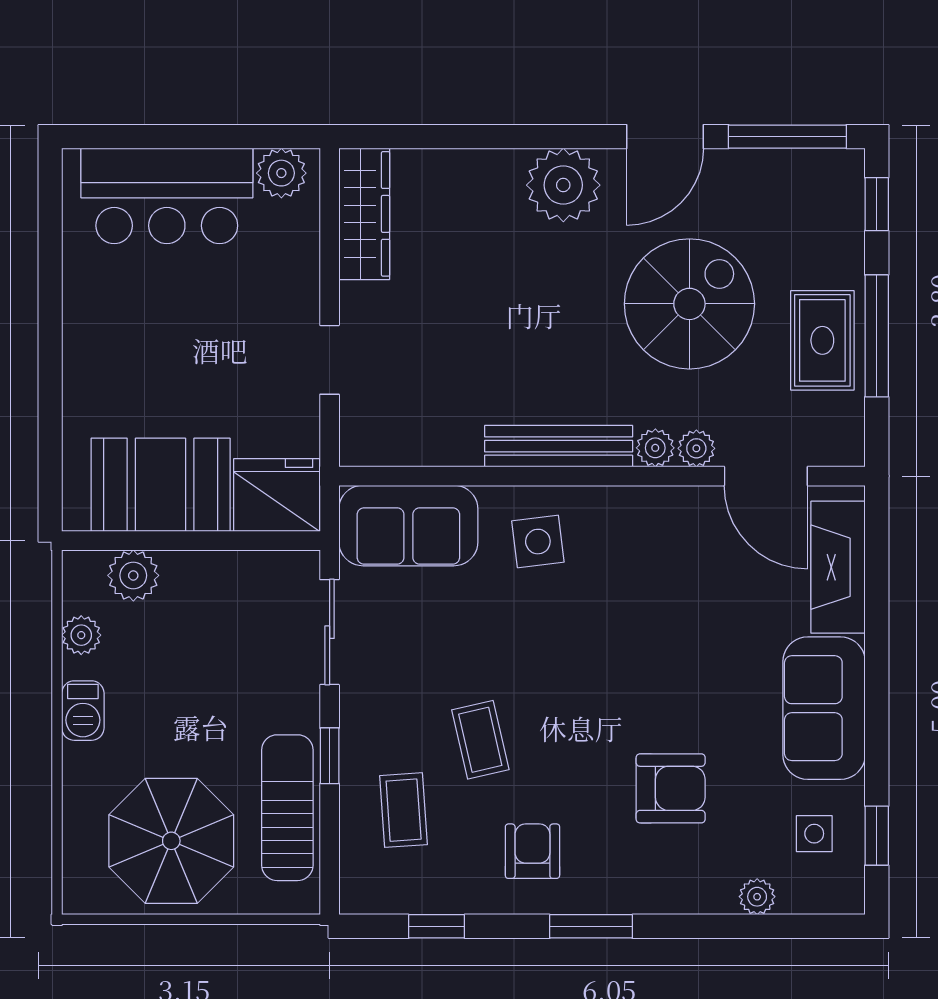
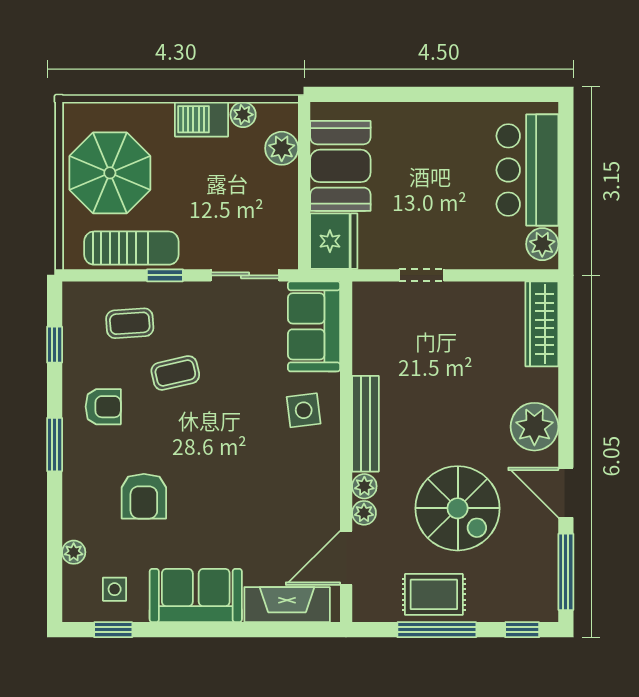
wardrobe: (364, 214) -> (542, 324), moved, turned 90
barbecue: (83, 711) -> (201, 119), width x1.38, depth x1.27

